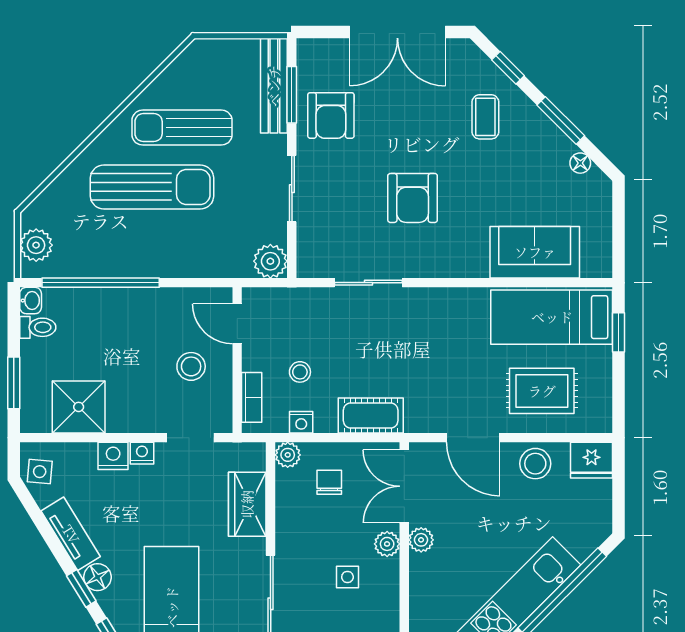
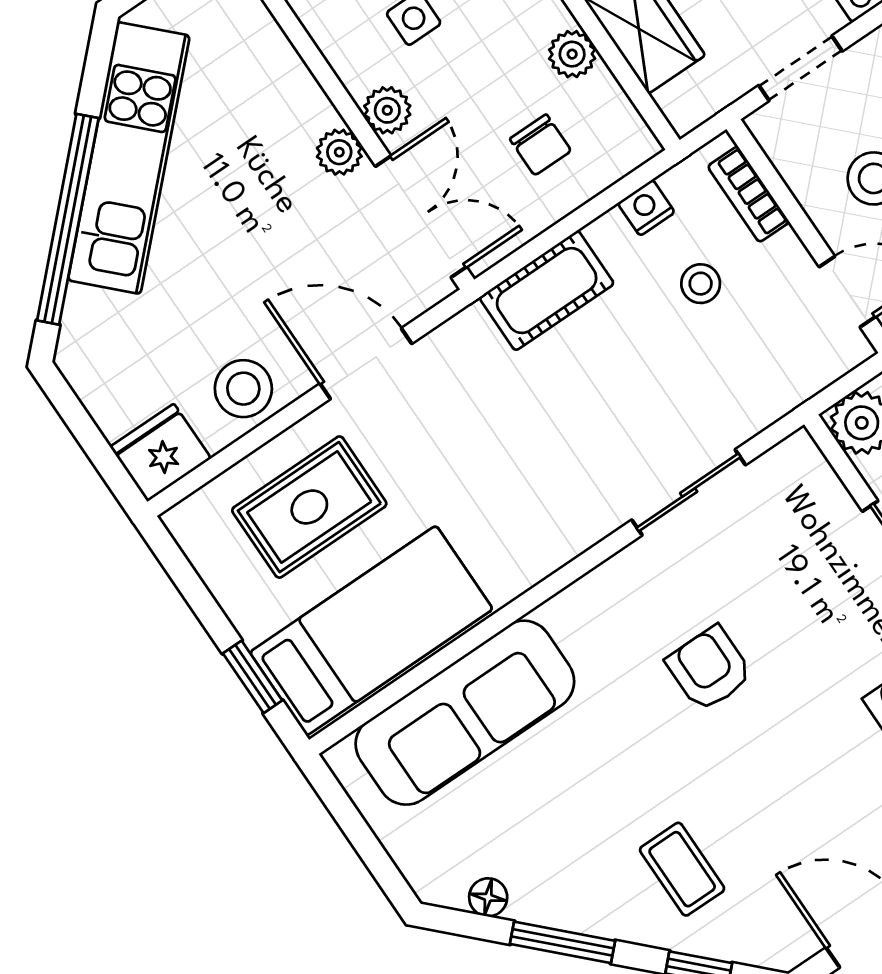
armchair: (413, 198) -> (709, 669), width x0.72, depth x0.72
sofa: (535, 252) -> (465, 713), width x1.36
plant: (288, 455) -> (572, 54), moved

